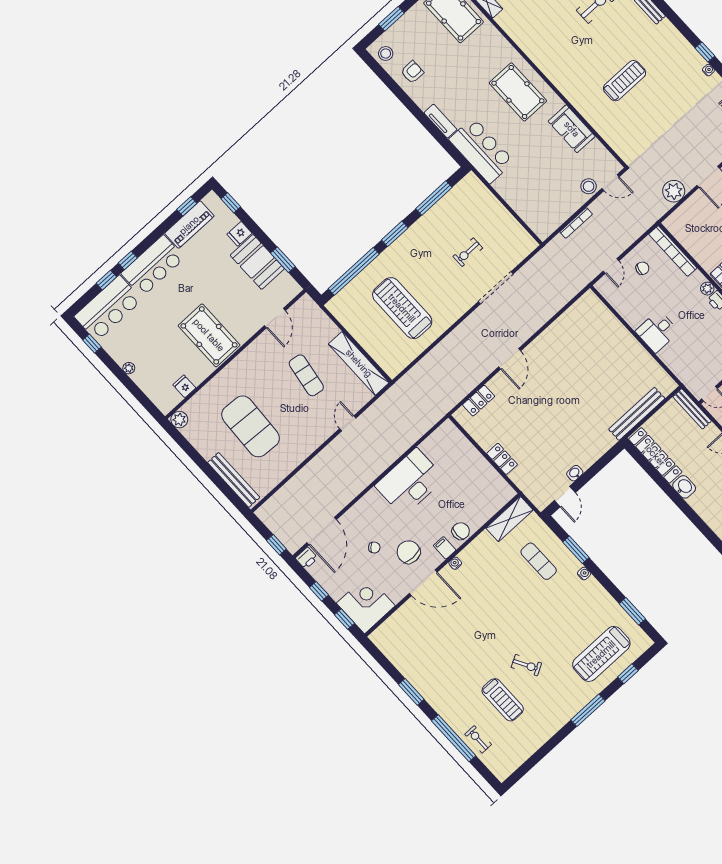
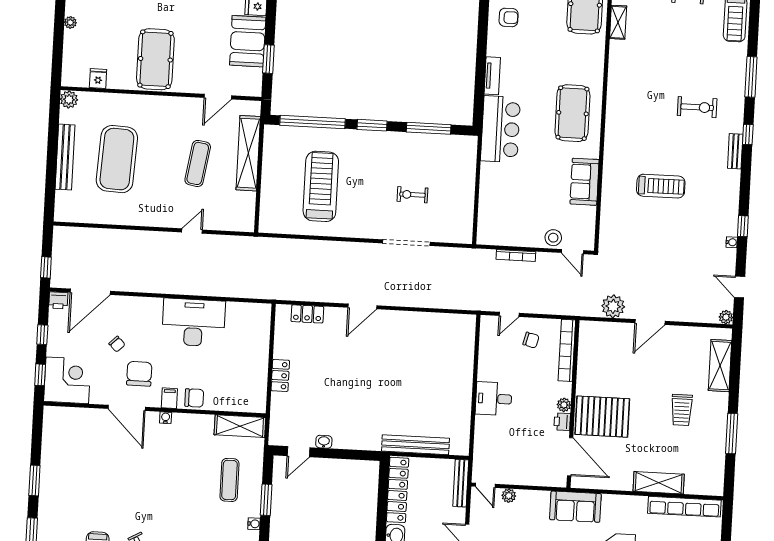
shelving: (359, 363) -> (248, 153), moved
bench: (234, 480) -> (65, 157), moved

